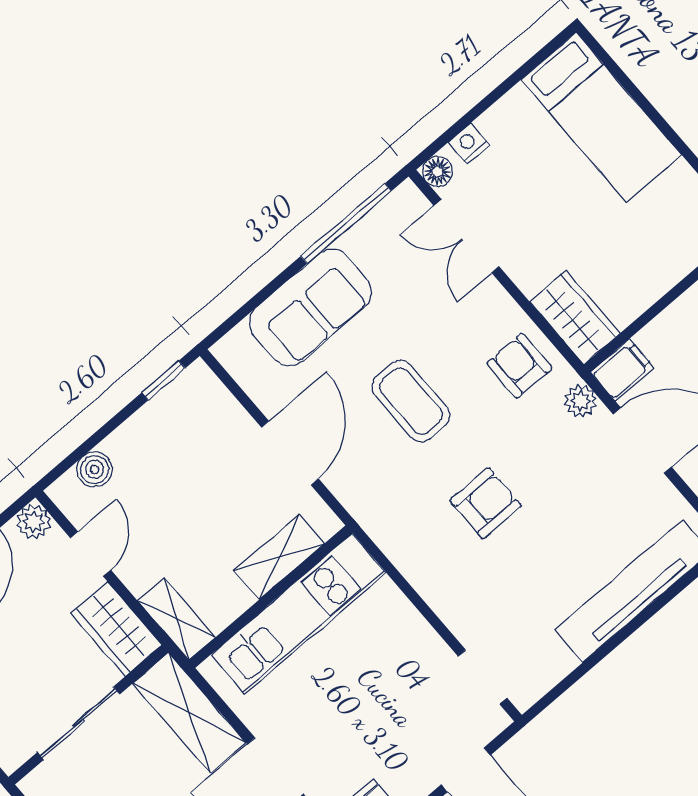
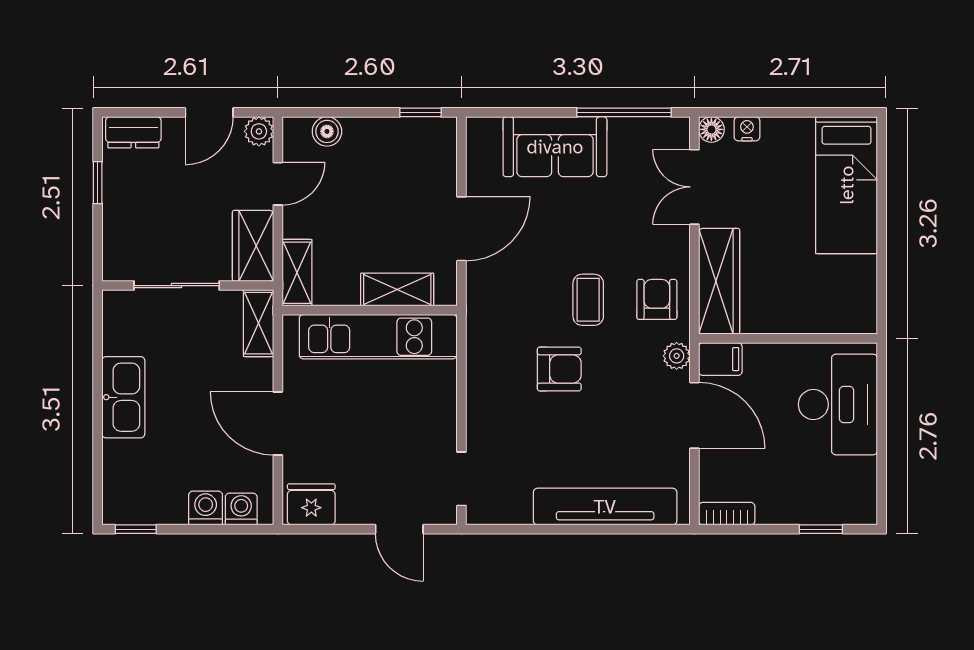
wardrobe: (575, 317) -> (719, 281), width x1.50
coffee table: (411, 401) -> (588, 300), moved, width x0.73, depth x0.77
shelving: (189, 713) -> (258, 323), width x0.67, depth x0.75

